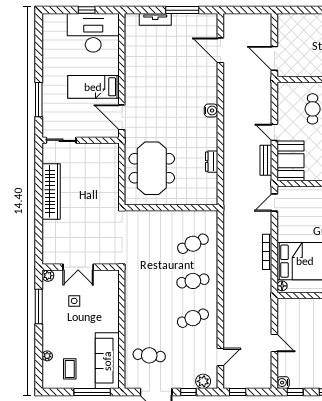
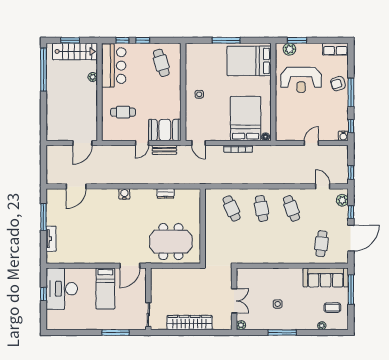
double door: (78, 267) -> (234, 301), moved
wall: (81, 267) -> (234, 299), moved
plant: (48, 276) -> (241, 325), moved

